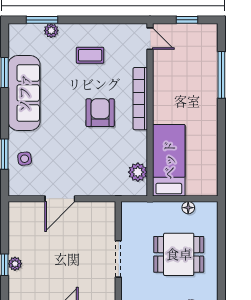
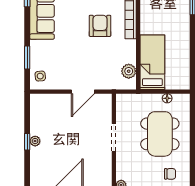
side table: (25, 159) -> (40, 76), moved
door: (60, 199) -> (83, 92), moved
dining table: (179, 254) -> (160, 134), width x1.38

